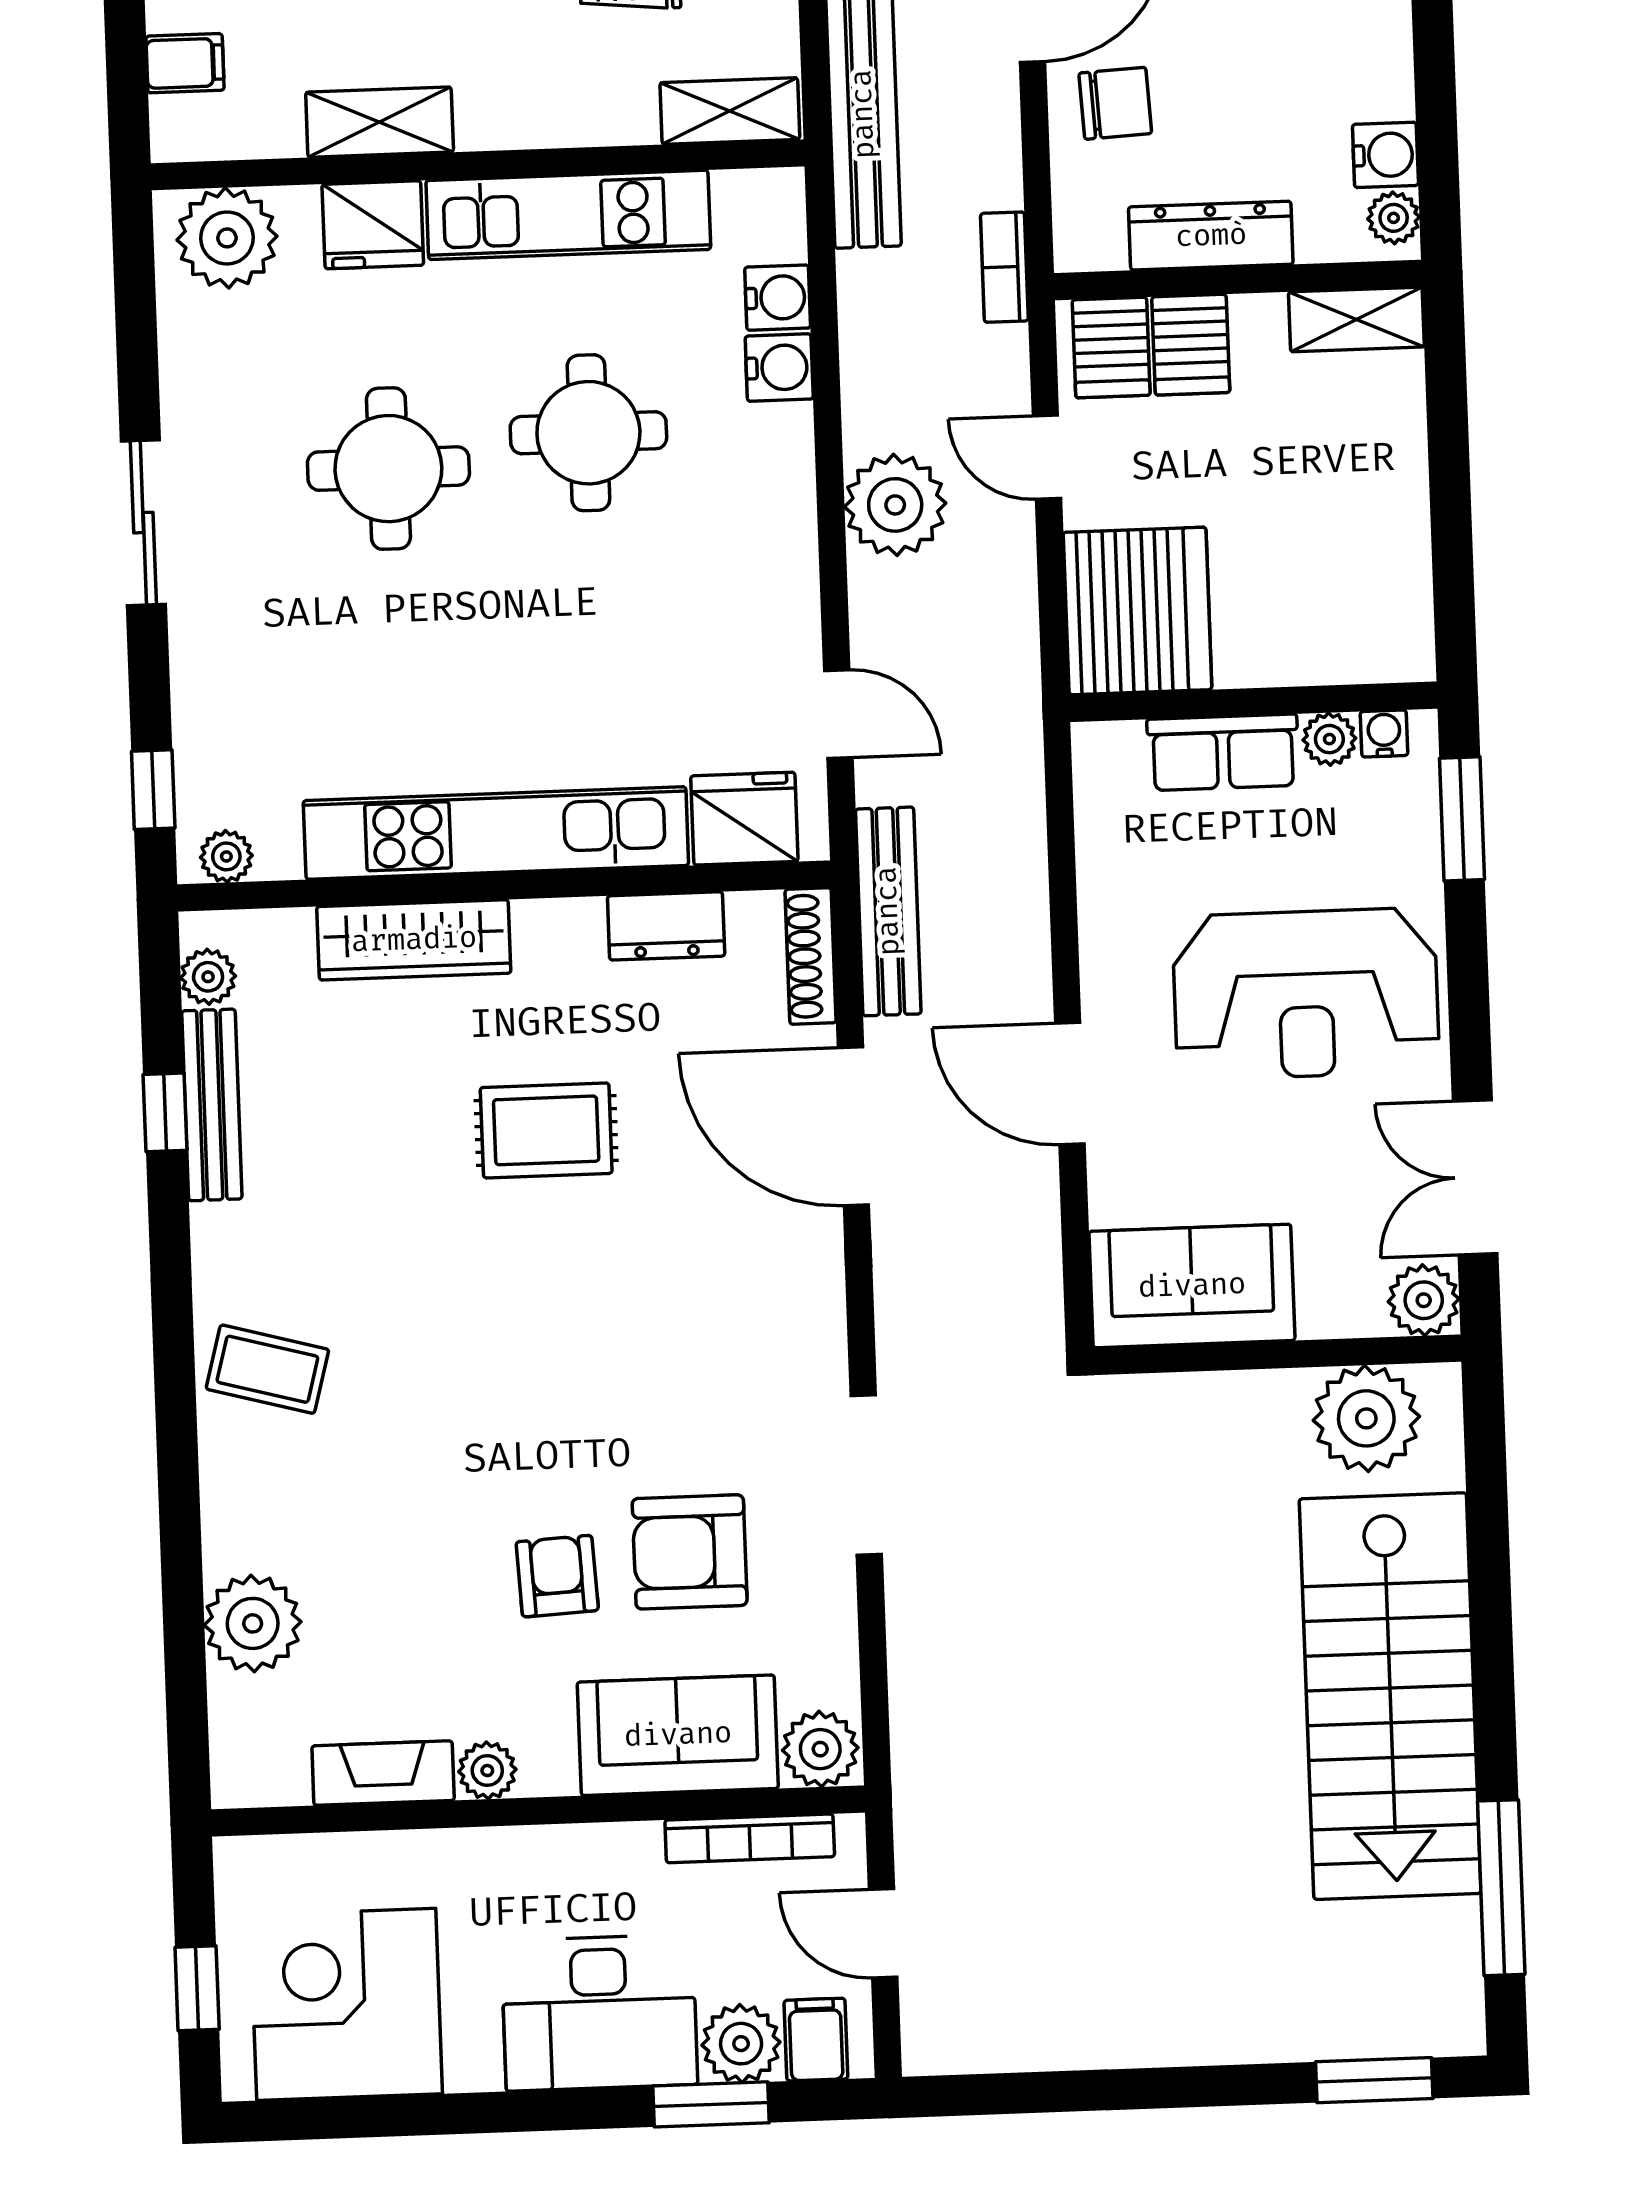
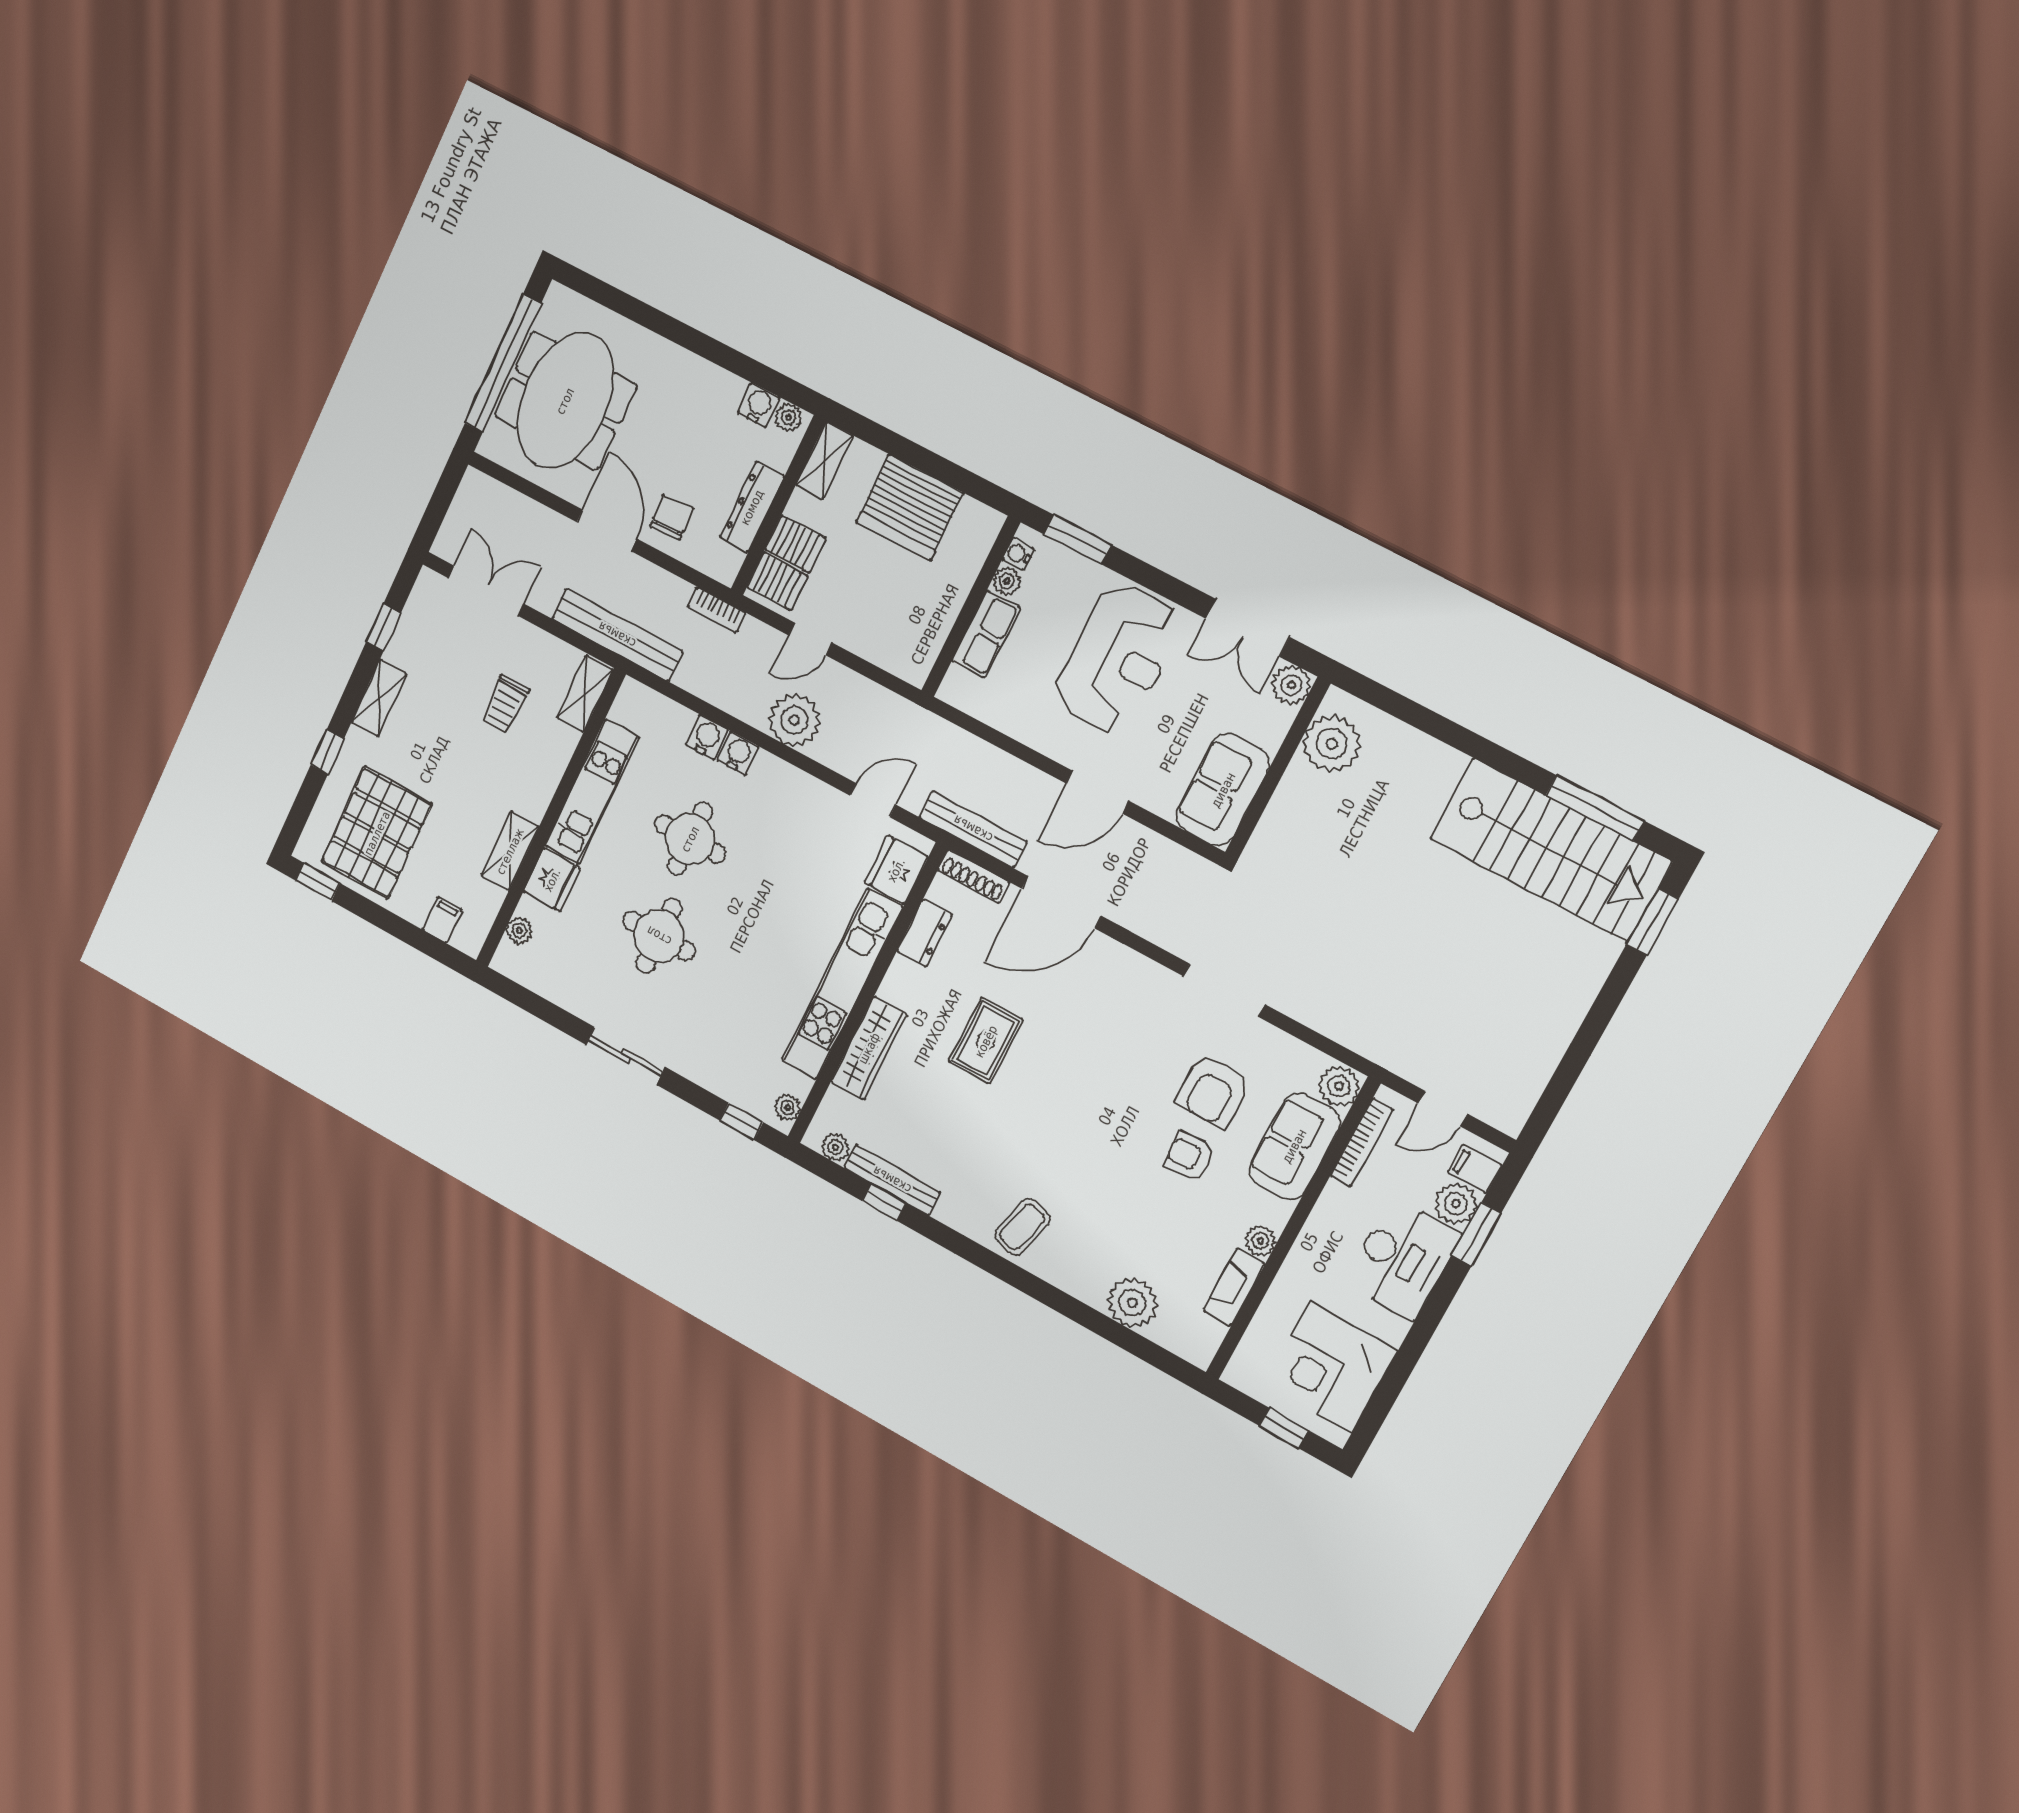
plant: (227, 238) -> (519, 931), width x0.53, depth x0.53
water cooler: (778, 298) -> (738, 753), moved
server rack: (1137, 611) -> (910, 507), moved, turned 180
stairs: (1390, 1696) -> (1550, 850), moved

